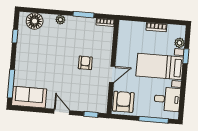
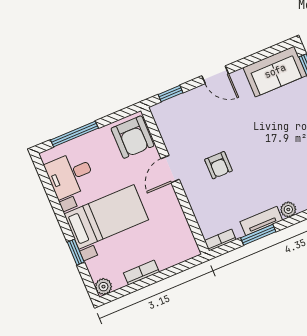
tv unit: (78, 21) -> (261, 221), added
plant: (180, 43) -> (103, 287), moved

